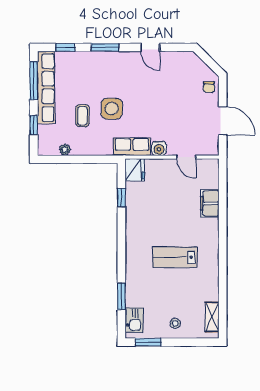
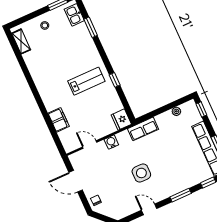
side table: (112, 109) -> (141, 173), moved
coffee table: (82, 116) -> (175, 141), removed
window: (34, 125) -> (201, 109), moved
row of seats: (132, 147) -> (143, 129), moved
window: (121, 197) -> (115, 80), moved
lab bench: (175, 257) -> (86, 81), moved

